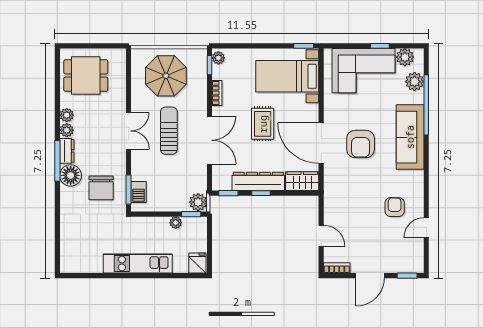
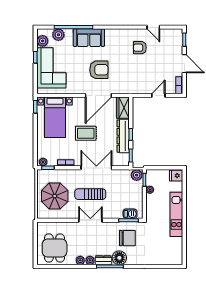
sofa: (410, 137) -> (89, 38), width x0.73

